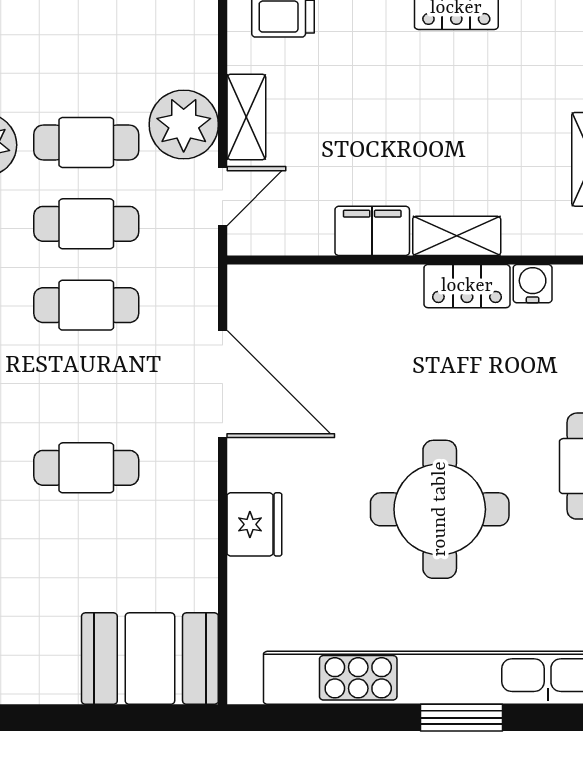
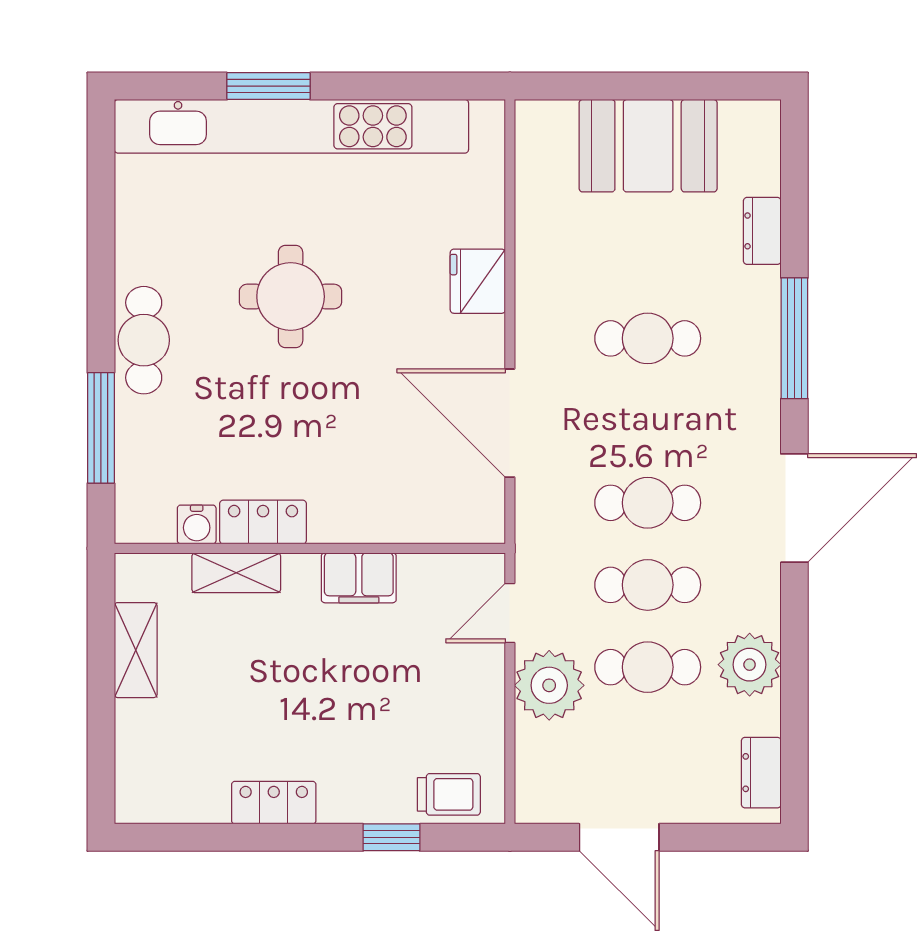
shelving: (246, 117) -> (486, 693), removed
shelving: (457, 236) -> (236, 573), moved
round table: (440, 509) -> (291, 297), width x0.73, depth x0.73
booth: (150, 659) -> (648, 146), moved

